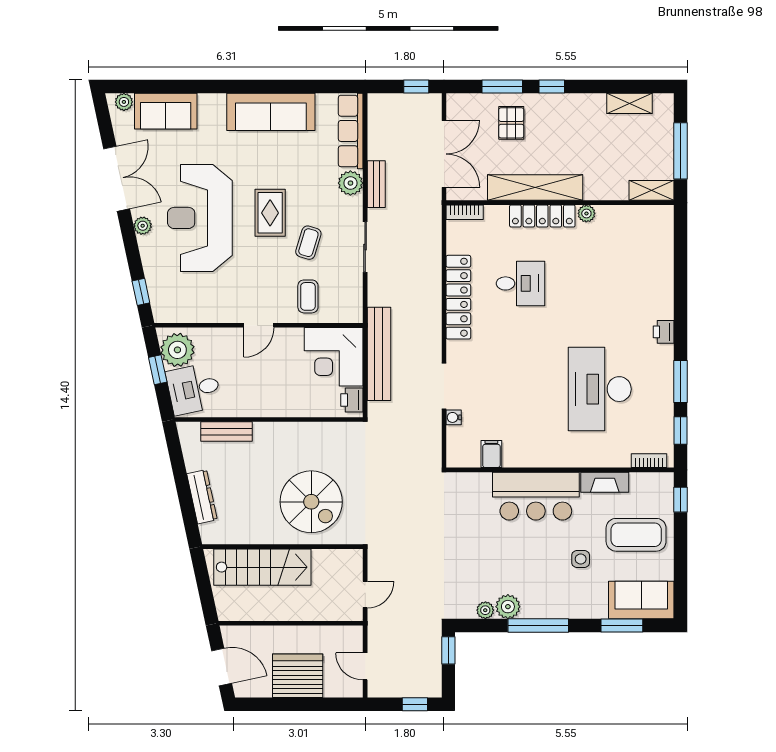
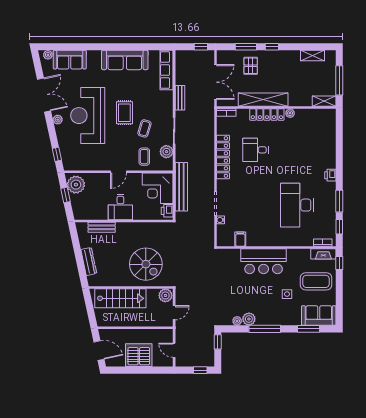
plant: (350, 183) -> (166, 152), moved
desk: (520, 283) -> (255, 150), turned 180
desk: (194, 389) -> (120, 207), moved, turned -78
fireplace: (605, 482) -> (323, 254), moved
plant: (349, 562) -> (165, 295), added

